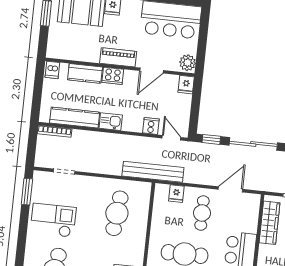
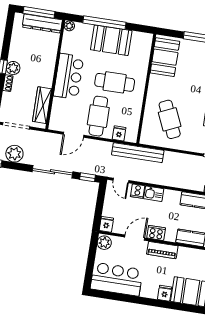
cooker: (113, 76) -> (156, 233), moved
kitchen sink: (111, 122) -> (154, 194), moved
cafe table: (117, 213) -> (170, 119), turned -30
cafe table: (202, 213) -> (98, 116), width x1.37, depth x1.35

